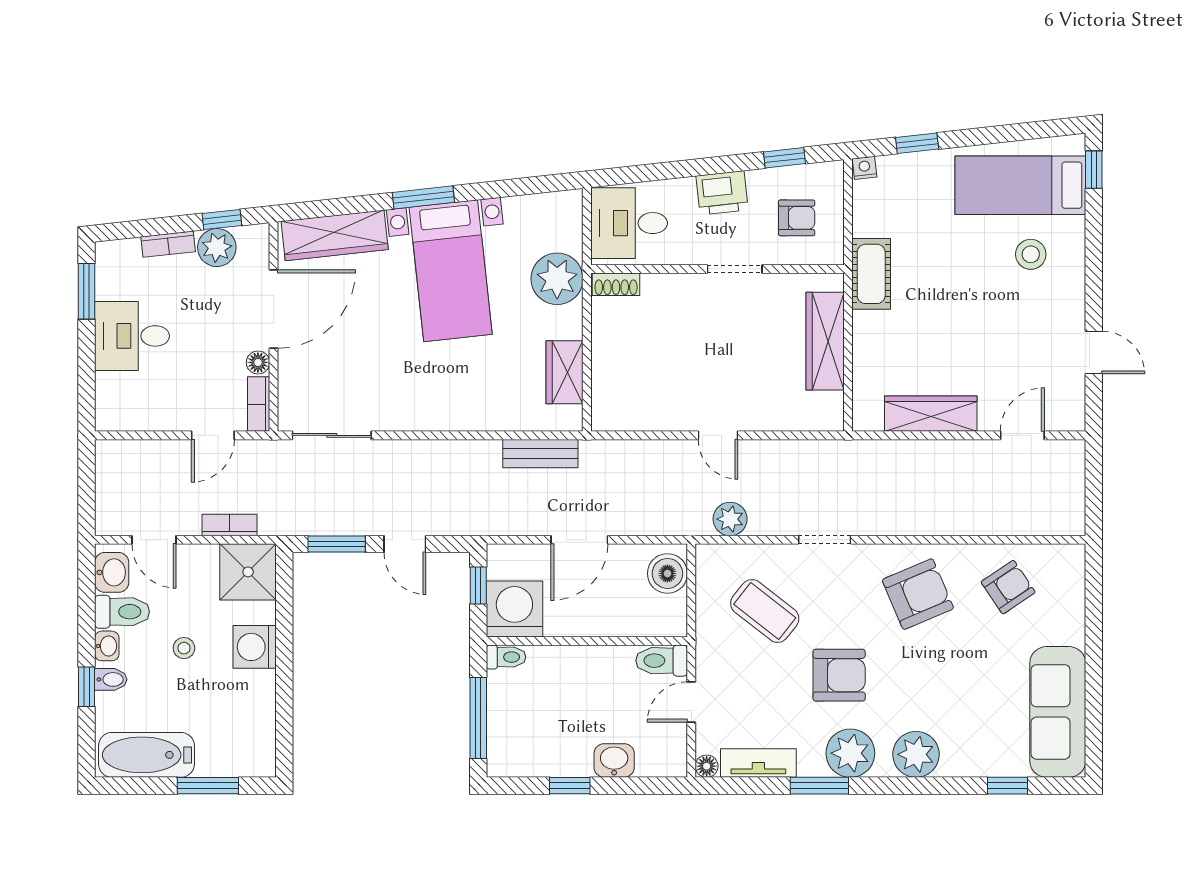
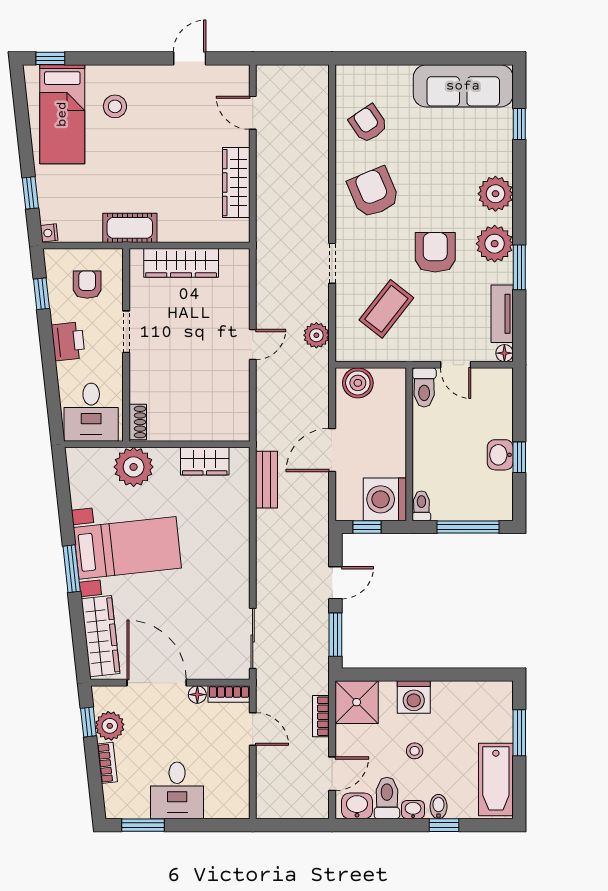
door: (579, 540) -> (332, 450), swing flipped
washbasin: (614, 760) -> (500, 455), moved

